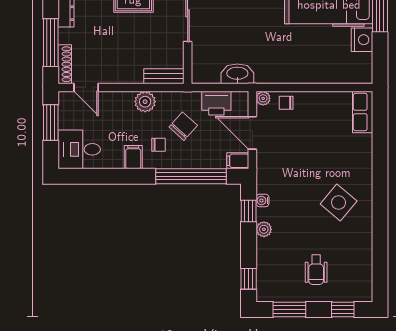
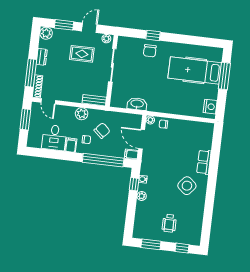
nightstand: (362, 40) -> (210, 107), moved
printer: (216, 103) -> (123, 119), removed
row of seats: (363, 112) -> (204, 162), moved
desk: (79, 149) -> (54, 138), moved, turned -90
window: (249, 279) -> (129, 224), removed

